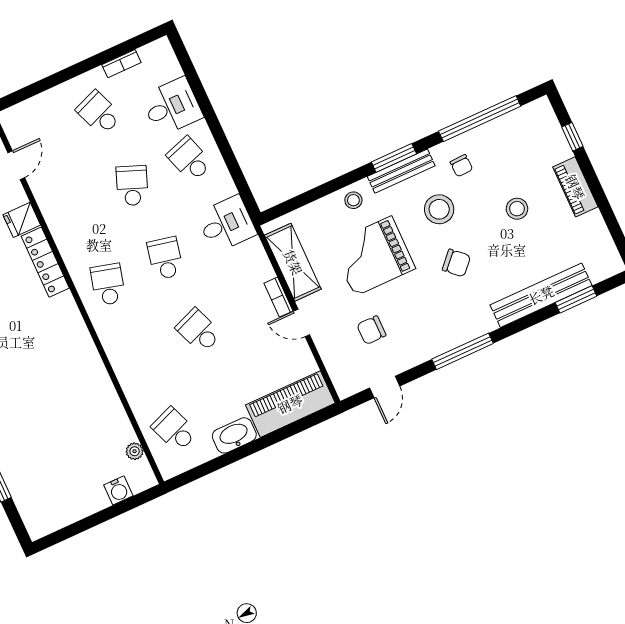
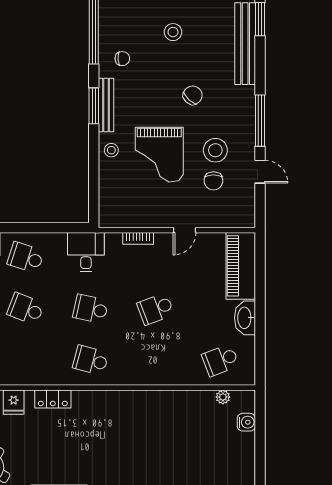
school desk: (190, 159) -> (26, 257), turned 36
stool: (439, 209) -> (215, 150), moved
locker: (45, 262) -> (53, 399), width x0.66
shelving: (293, 262) -> (137, 216), removed
bookcase: (278, 297) -> (138, 238), moved
door: (385, 387) -> (260, 172), moved

